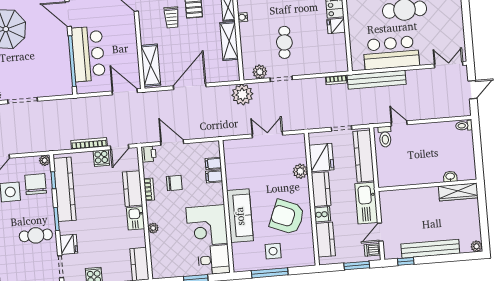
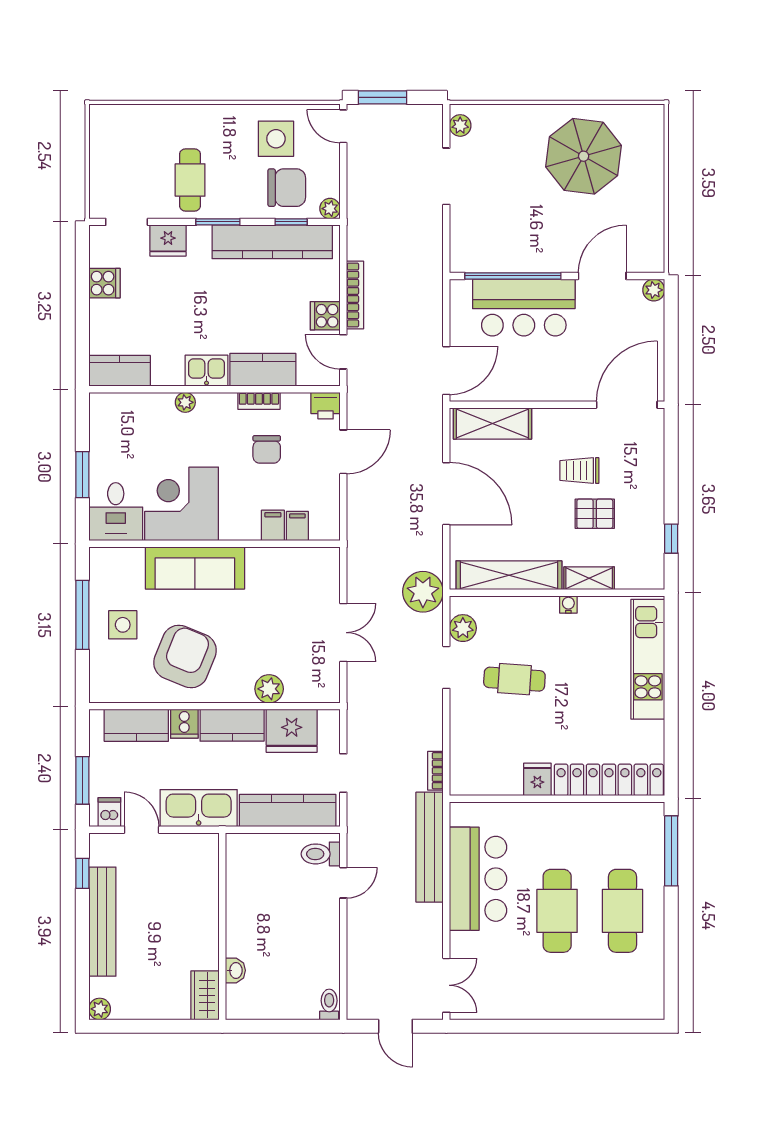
shelving: (229, 41) -> (509, 575), width x1.47
wardrobe: (458, 192) -> (205, 995), width x0.67

